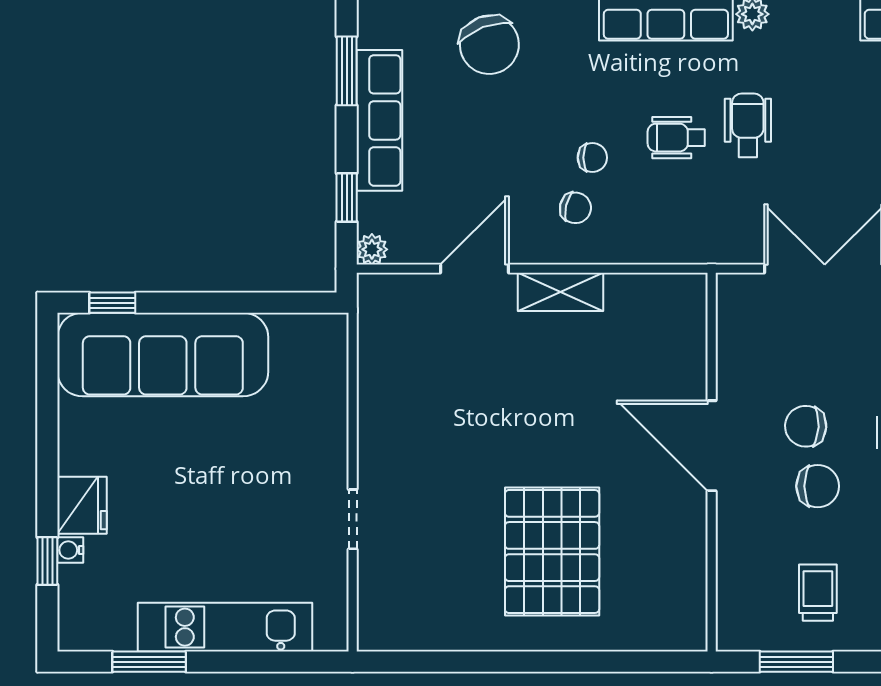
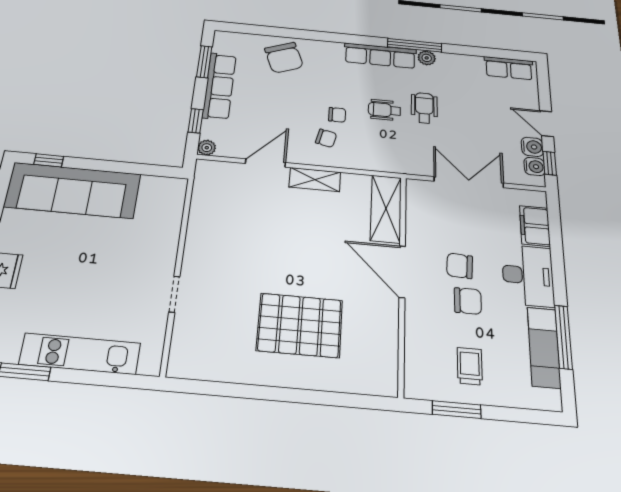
shelving: (683, 335) -> (386, 209), added
pallet: (552, 552) -> (300, 325), turned 90

